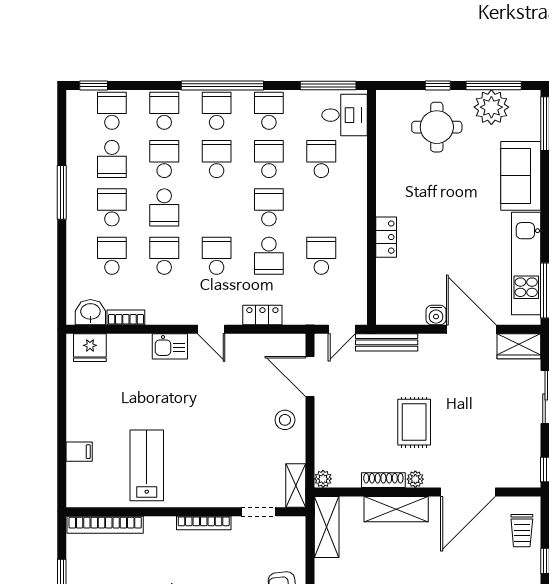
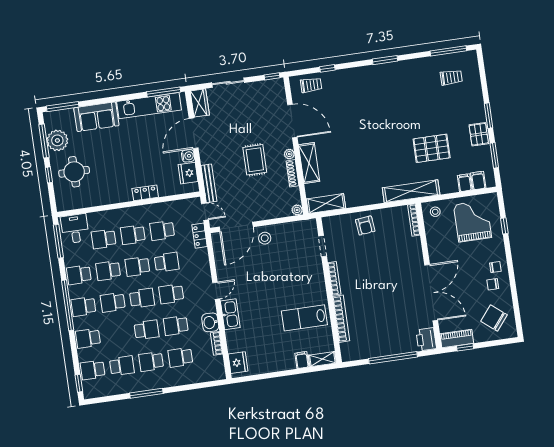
school desk: (164, 159) -> (142, 298), moved, turned 180
school desk: (321, 207) -> (133, 235), added
fridge: (408, 311) -> (188, 173), added
washbasin: (90, 312) -> (210, 322), moved
locker: (262, 315) -> (200, 236), moved
kitchen sink: (170, 346) -> (230, 314), width x1.38
door: (310, 376) -> (236, 227), width x1.36
rug: (414, 422) -> (255, 160), turned 90
shelving: (296, 486) -> (322, 359), moved
bookcase: (105, 525) -> (341, 319), moved

